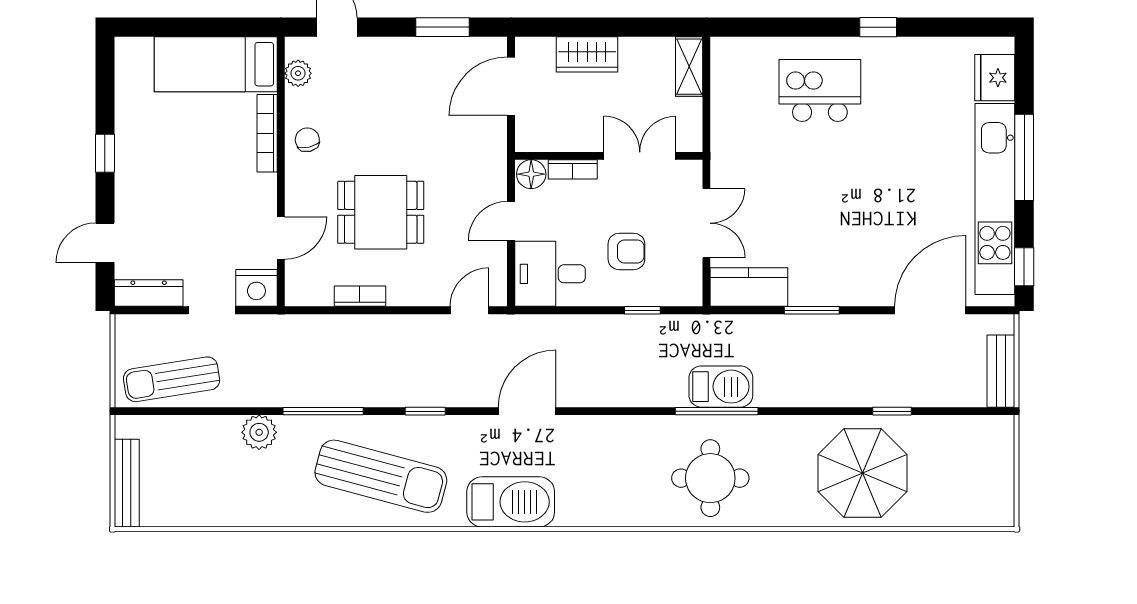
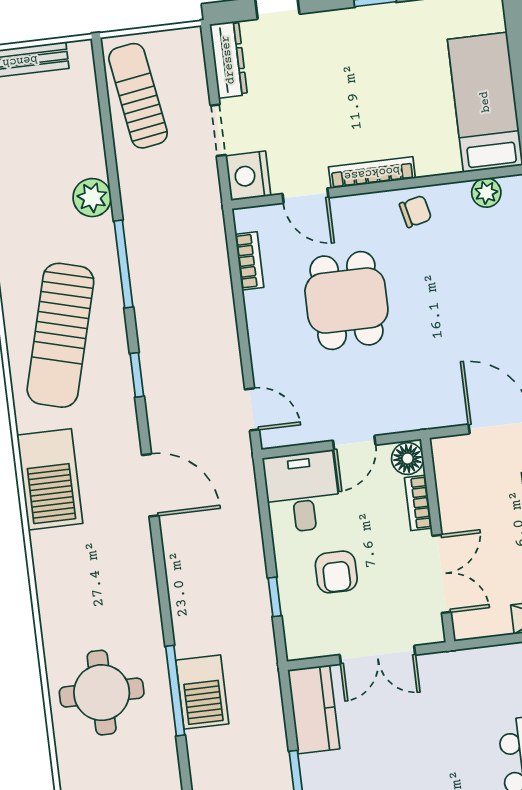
bookcase: (267, 133) -> (372, 173), moved
door: (511, 221) -> (354, 443), swing flipped
bookcase: (360, 296) -> (249, 261), moved

